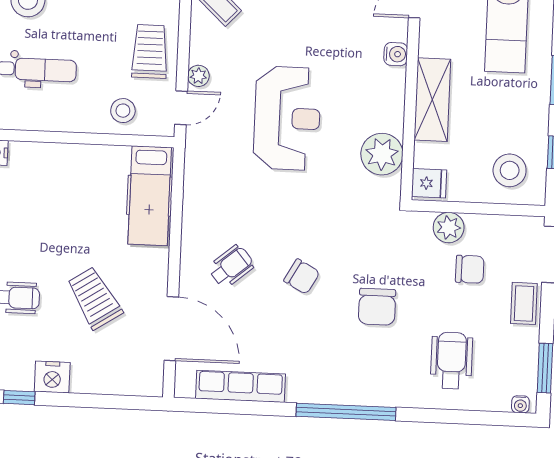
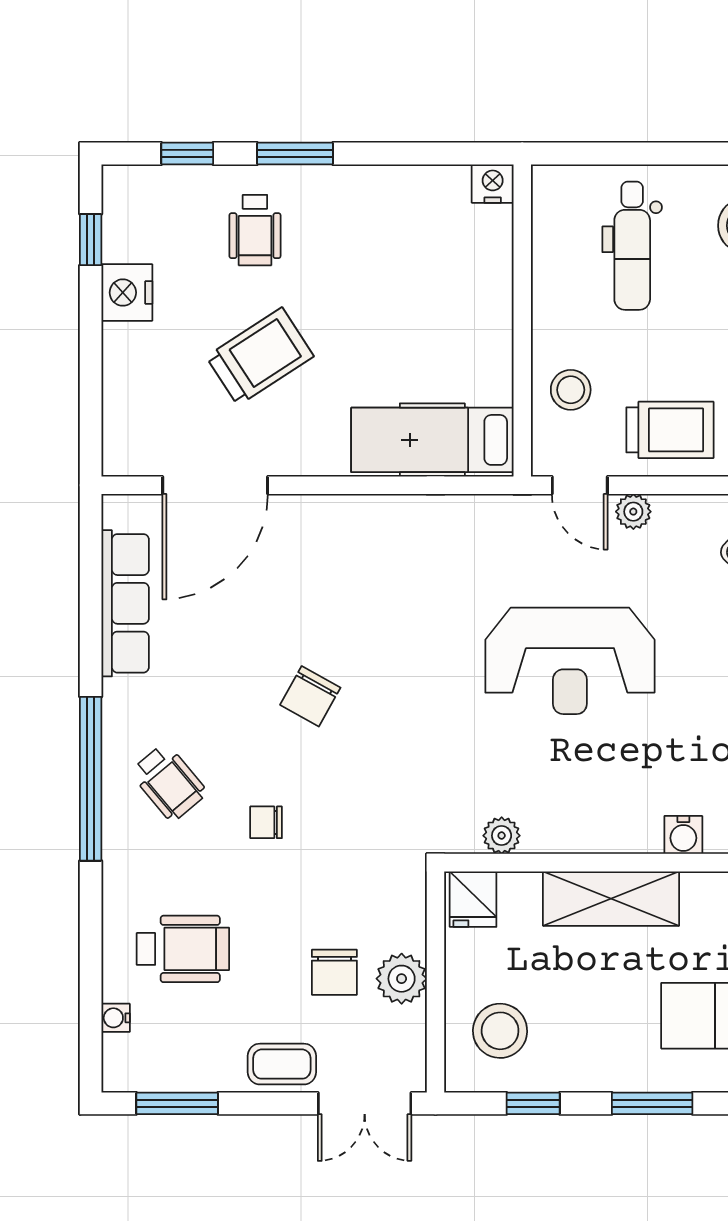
plant: (382, 154) -> (502, 836), width x0.53, depth x0.53
plant: (449, 228) -> (402, 979), moved
wheelchair: (231, 266) -> (169, 782), moved
chair: (377, 307) -> (266, 822), width x0.54, depth x0.54
water cooler: (520, 404) -> (116, 1018), moved

